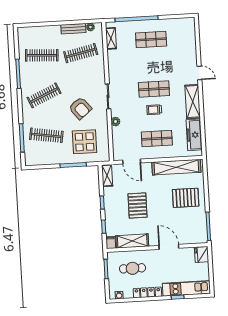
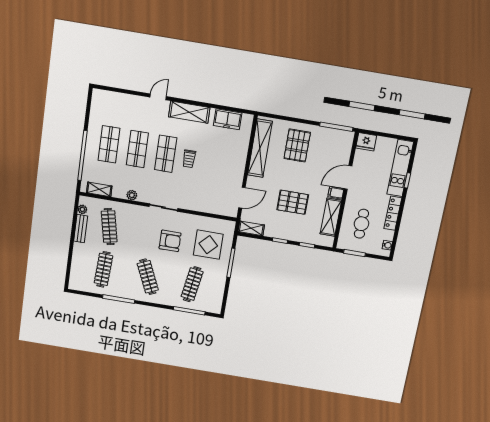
armchair: (80, 108) -> (170, 241), turned 39
plant: (116, 122) -> (132, 195), moved
freezer: (194, 135) -> (228, 119), width x0.71
shop shelf: (157, 139) -> (137, 149), moved
filing cabinet: (111, 242) -> (336, 193), moved

